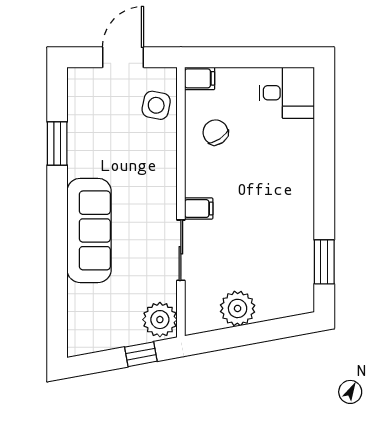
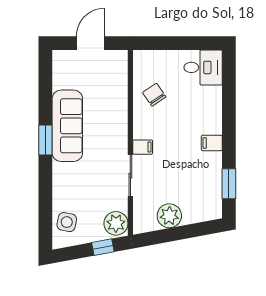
filing cabinet: (200, 78) -> (212, 143), moved, turned 180
side table: (156, 105) -> (67, 222), moved
window: (57, 144) -> (45, 140), moved
sofa: (89, 230) -> (67, 126), moved

